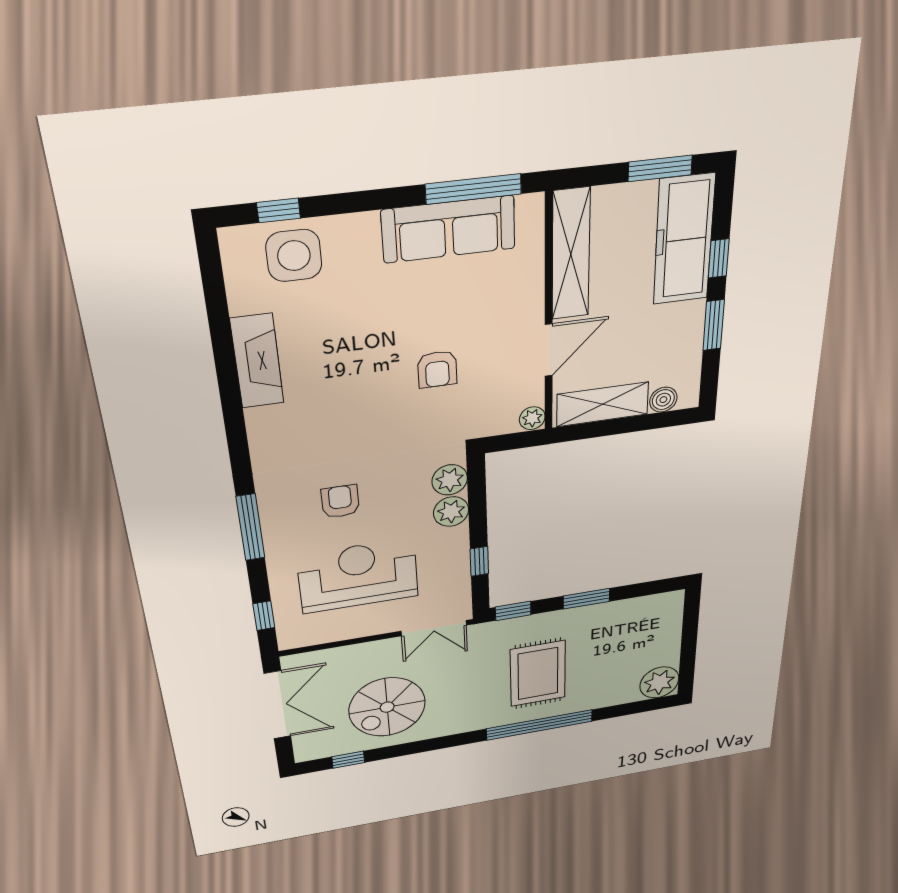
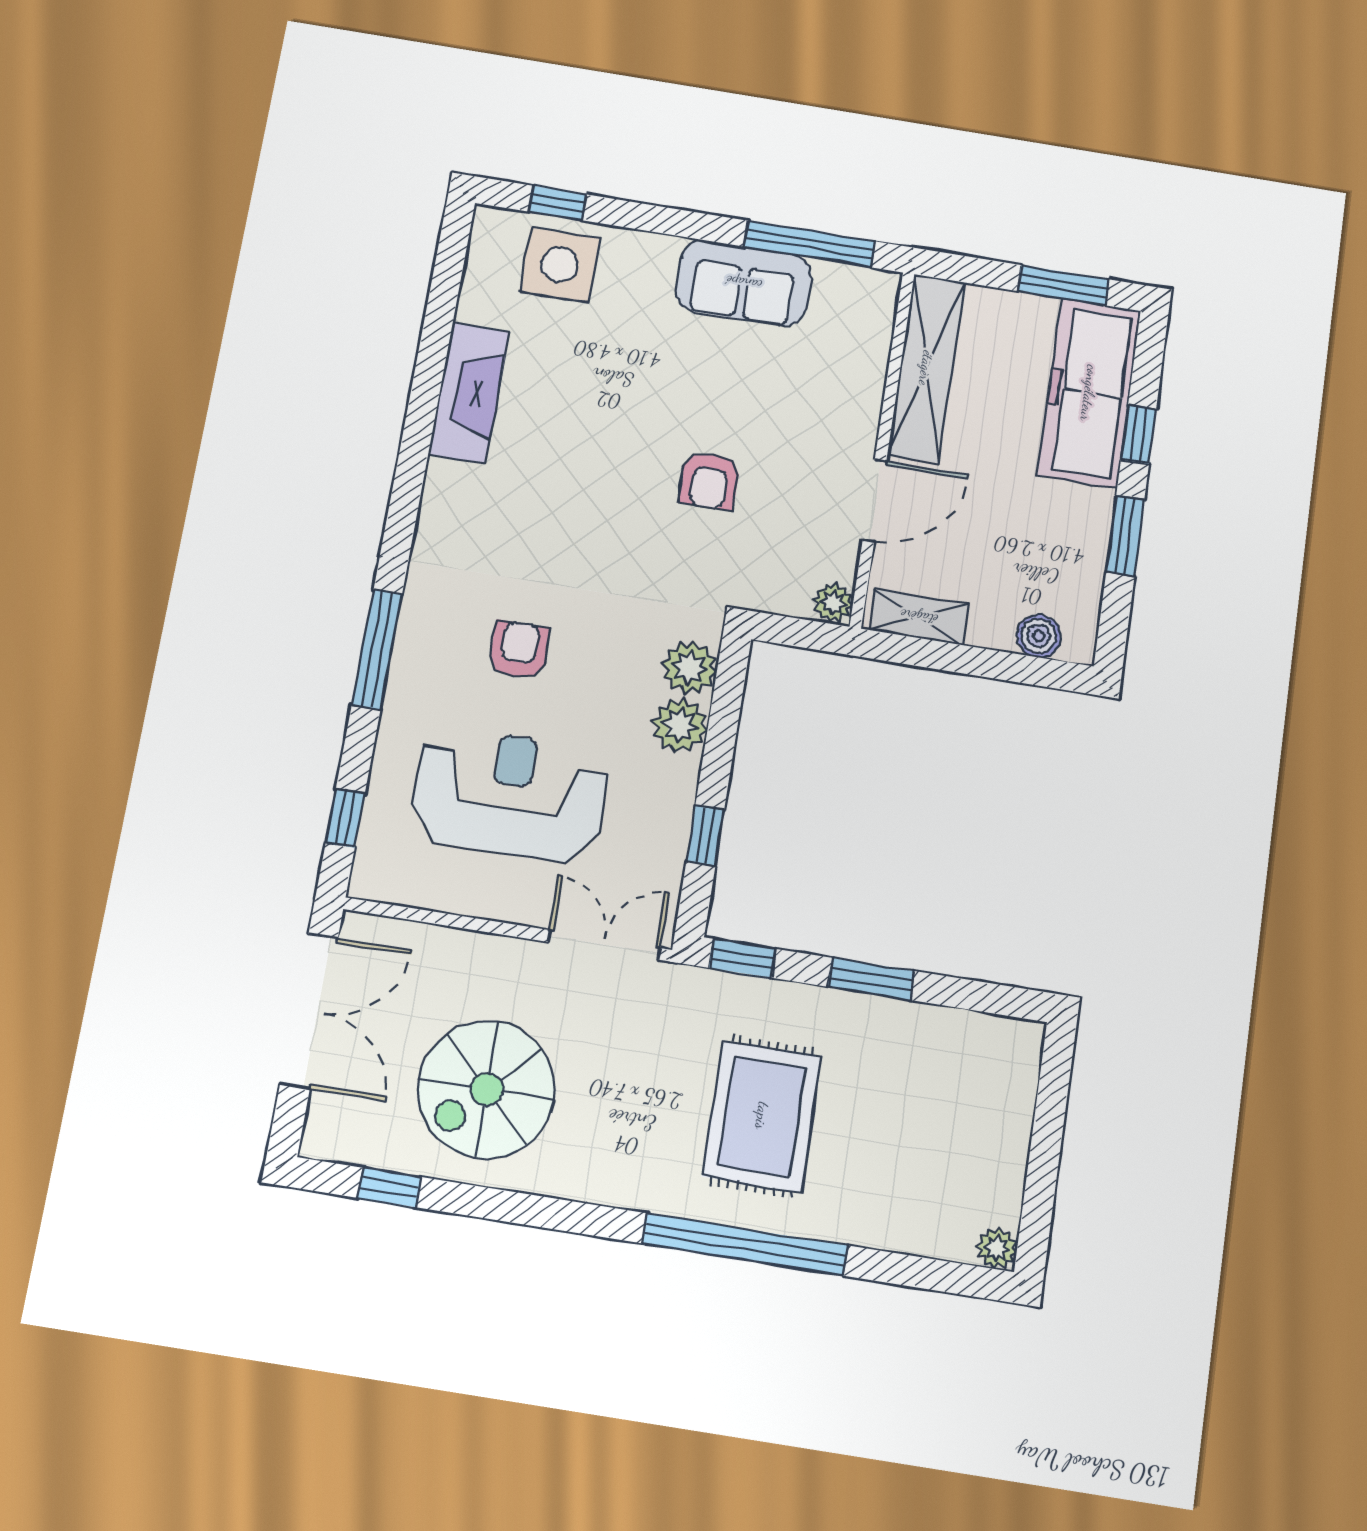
sofa: (449, 229) -> (744, 283), width x0.73
shelving: (603, 404) -> (919, 617), width x0.67, depth x0.75
double door: (434, 628) -> (604, 945), swing flipped
plant: (659, 682) -> (997, 1248), width x0.53, depth x0.53

